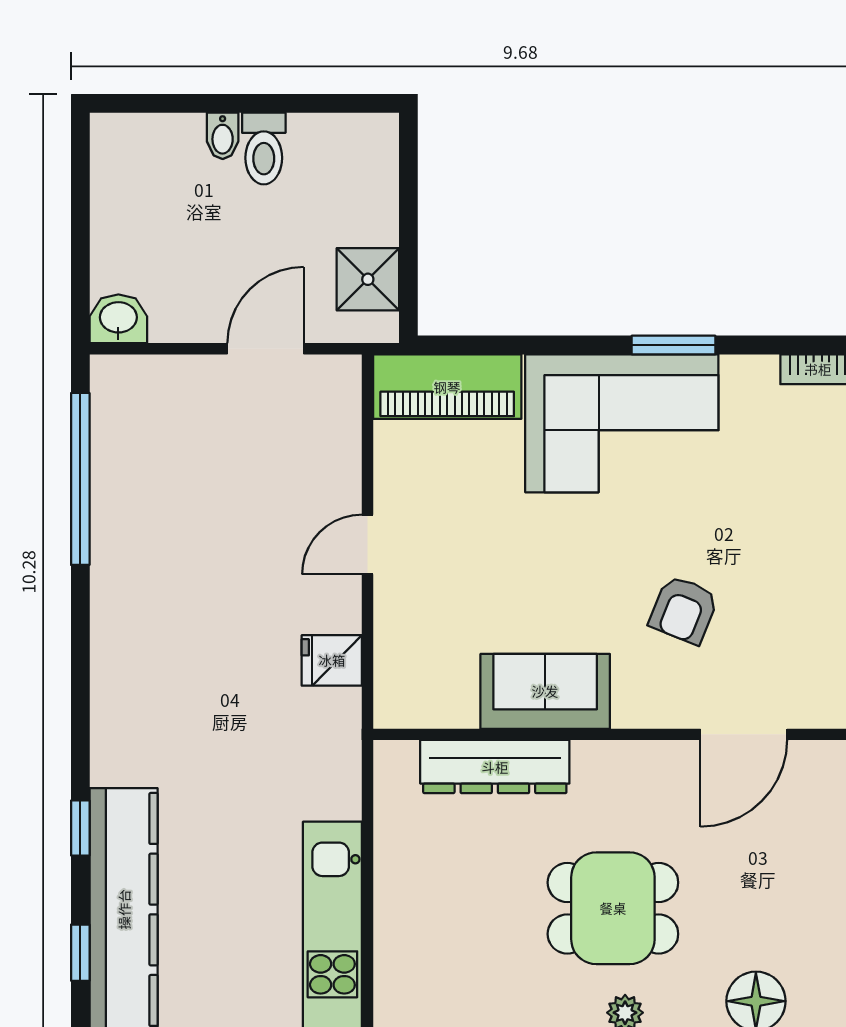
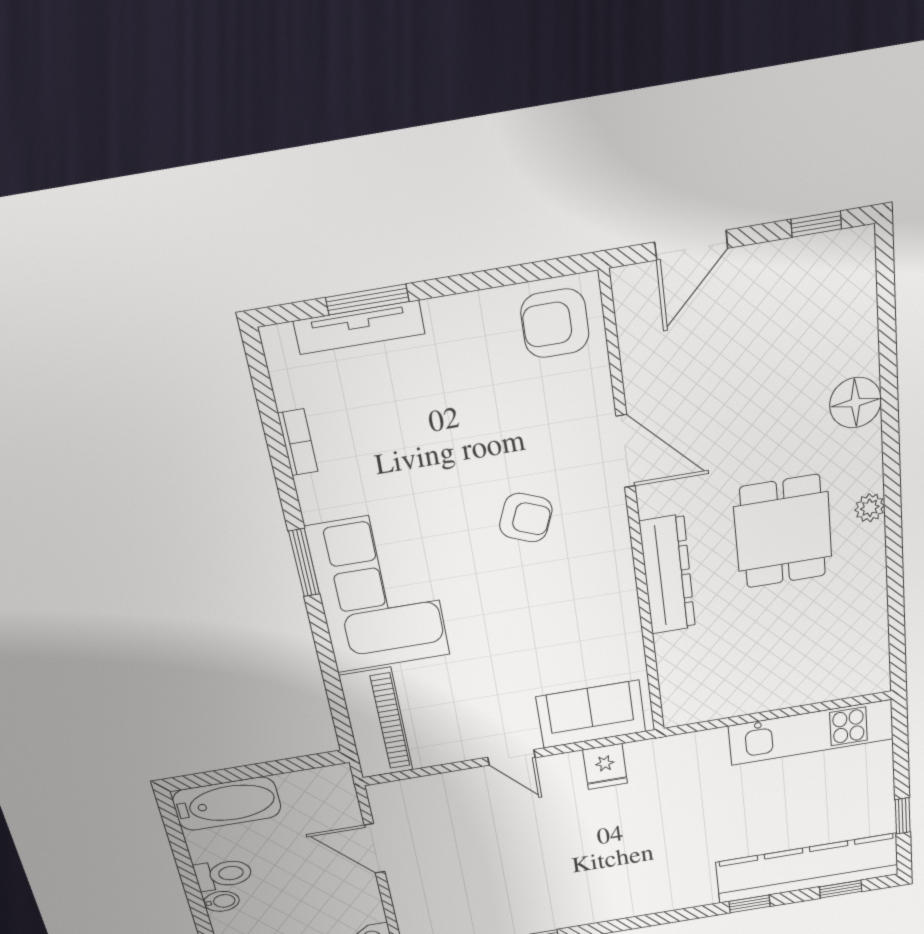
bathtub: (368, 179) -> (227, 804), added
shower: (368, 279) -> (305, 791), removed
sofa: (545, 691) -> (591, 714), moved, turned 90
dresser: (495, 767) -> (667, 575), moved

